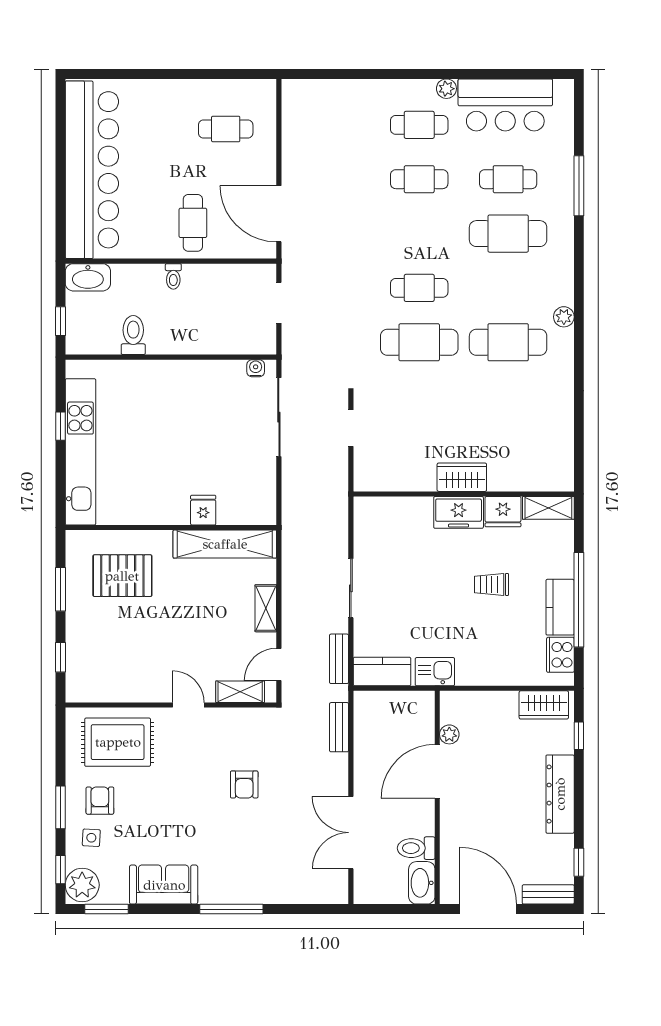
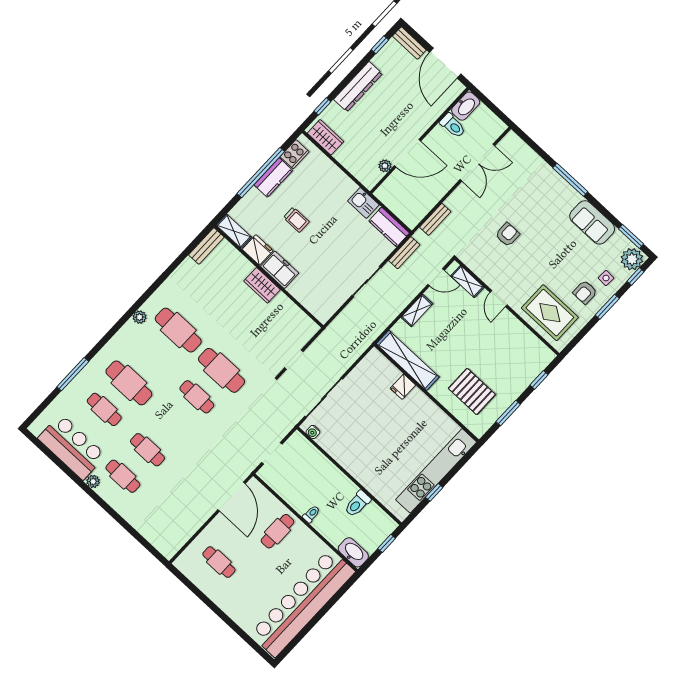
bench: (563, 463) -> (206, 246), added

